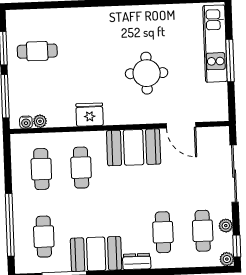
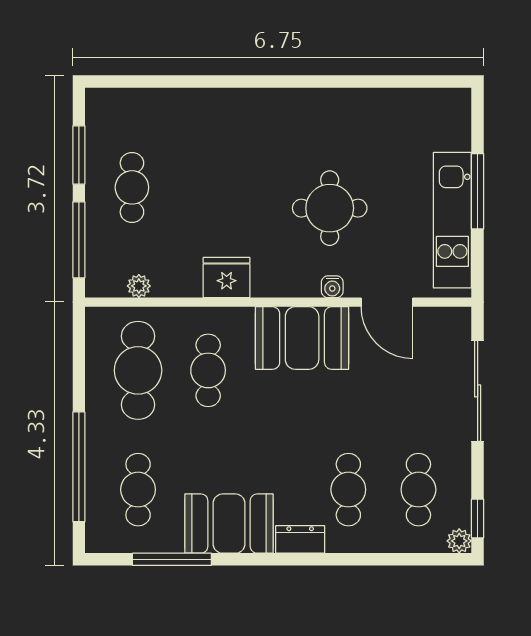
kitchen unit: (215, 44) -> (452, 220), moved
cafe table: (37, 51) -> (132, 187), moved, turned 90
water cooler: (26, 122) -> (332, 287), moved
cafe table: (41, 169) -> (138, 370), width x1.37, depth x1.35
plant: (226, 226) -> (459, 482), removed

